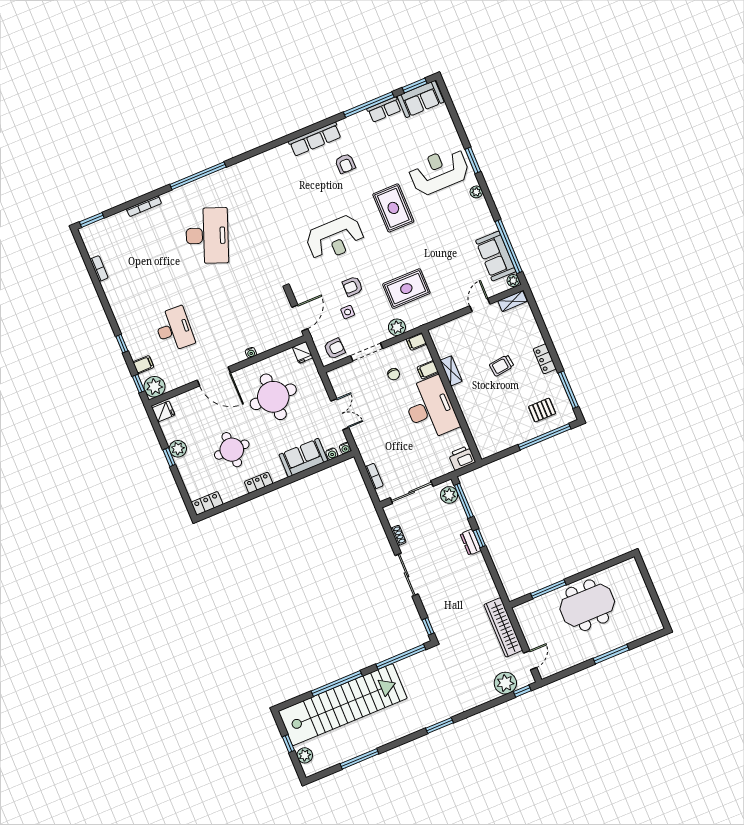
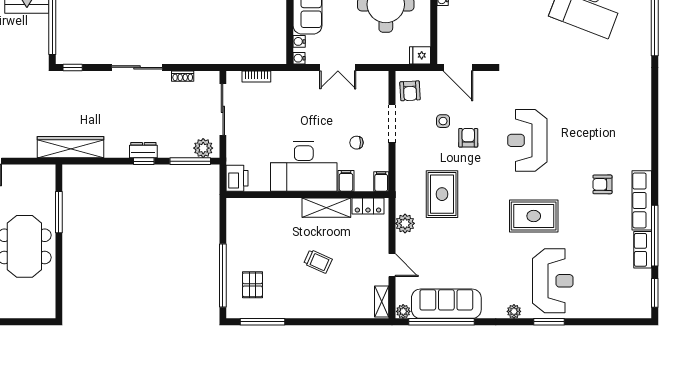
sofa: (421, 99) -> (638, 293), removed
row of seats: (315, 139) -> (642, 200), moved
sofa: (496, 256) -> (446, 304), width x1.36
plant: (397, 327) -> (405, 223), moved
locker: (545, 359) -> (368, 206), moved, turned 180
trolley: (502, 365) -> (318, 261), turned 121
shelving: (451, 371) -> (326, 208), width x1.50, depth x1.33
wardrobe: (503, 627) -> (70, 147), moved

